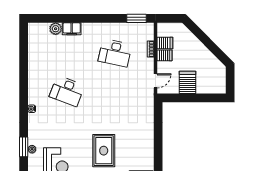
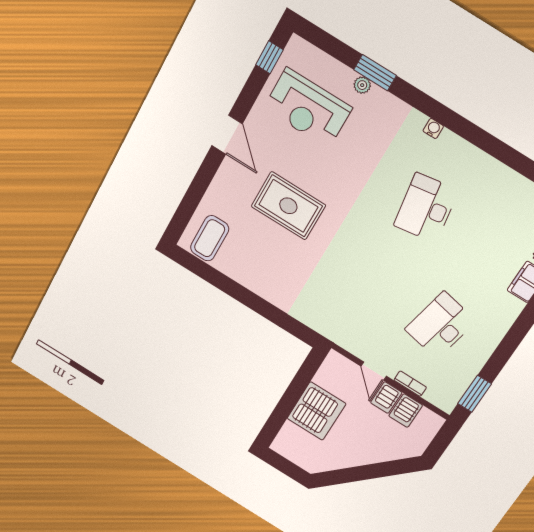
door: (156, 81) -> (374, 371), moved
server rack: (188, 82) -> (316, 411), width x1.60
desk: (67, 91) -> (426, 208), turned -30

